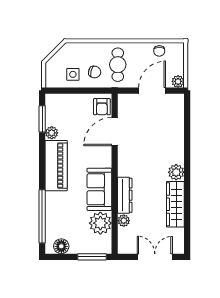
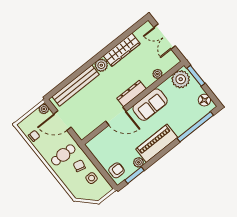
armchair: (102, 107) -> (117, 170), moved
bench: (176, 131) -> (76, 86), added
door: (115, 132) -> (116, 116), moved
dresser: (125, 195) -> (131, 94), moved
plant: (100, 223) -> (181, 79), moved

